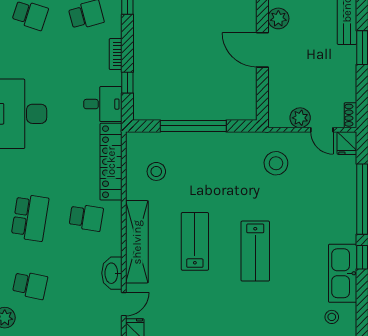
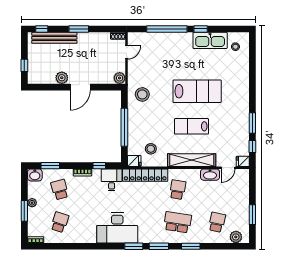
plant: (300, 118) -> (120, 78), moved
fridge: (347, 143) -> (134, 161), moved
stool: (276, 163) -> (142, 94), moved
lab bench: (255, 251) -> (197, 91), width x1.36, depth x1.39
door: (124, 304) -> (228, 168), swing flipped

